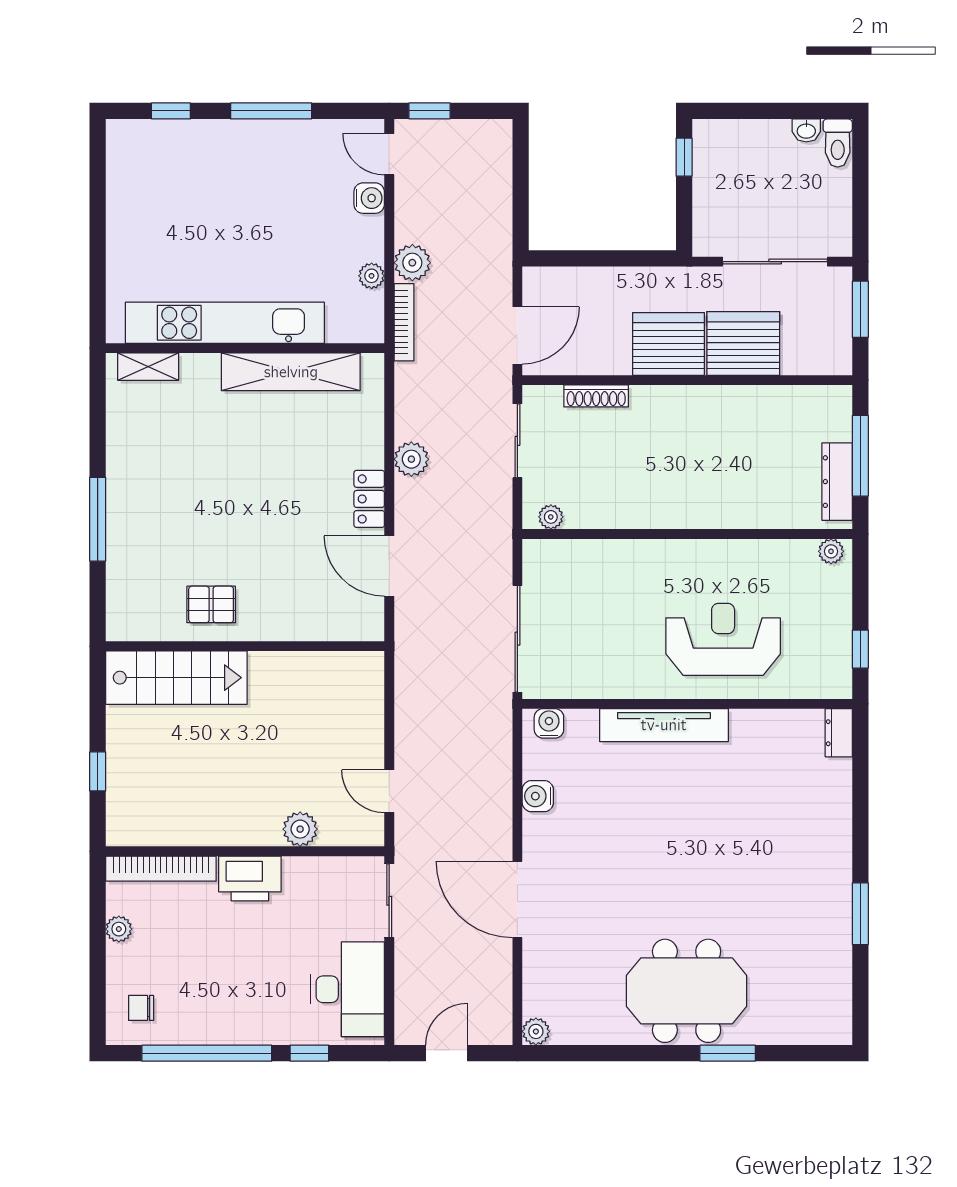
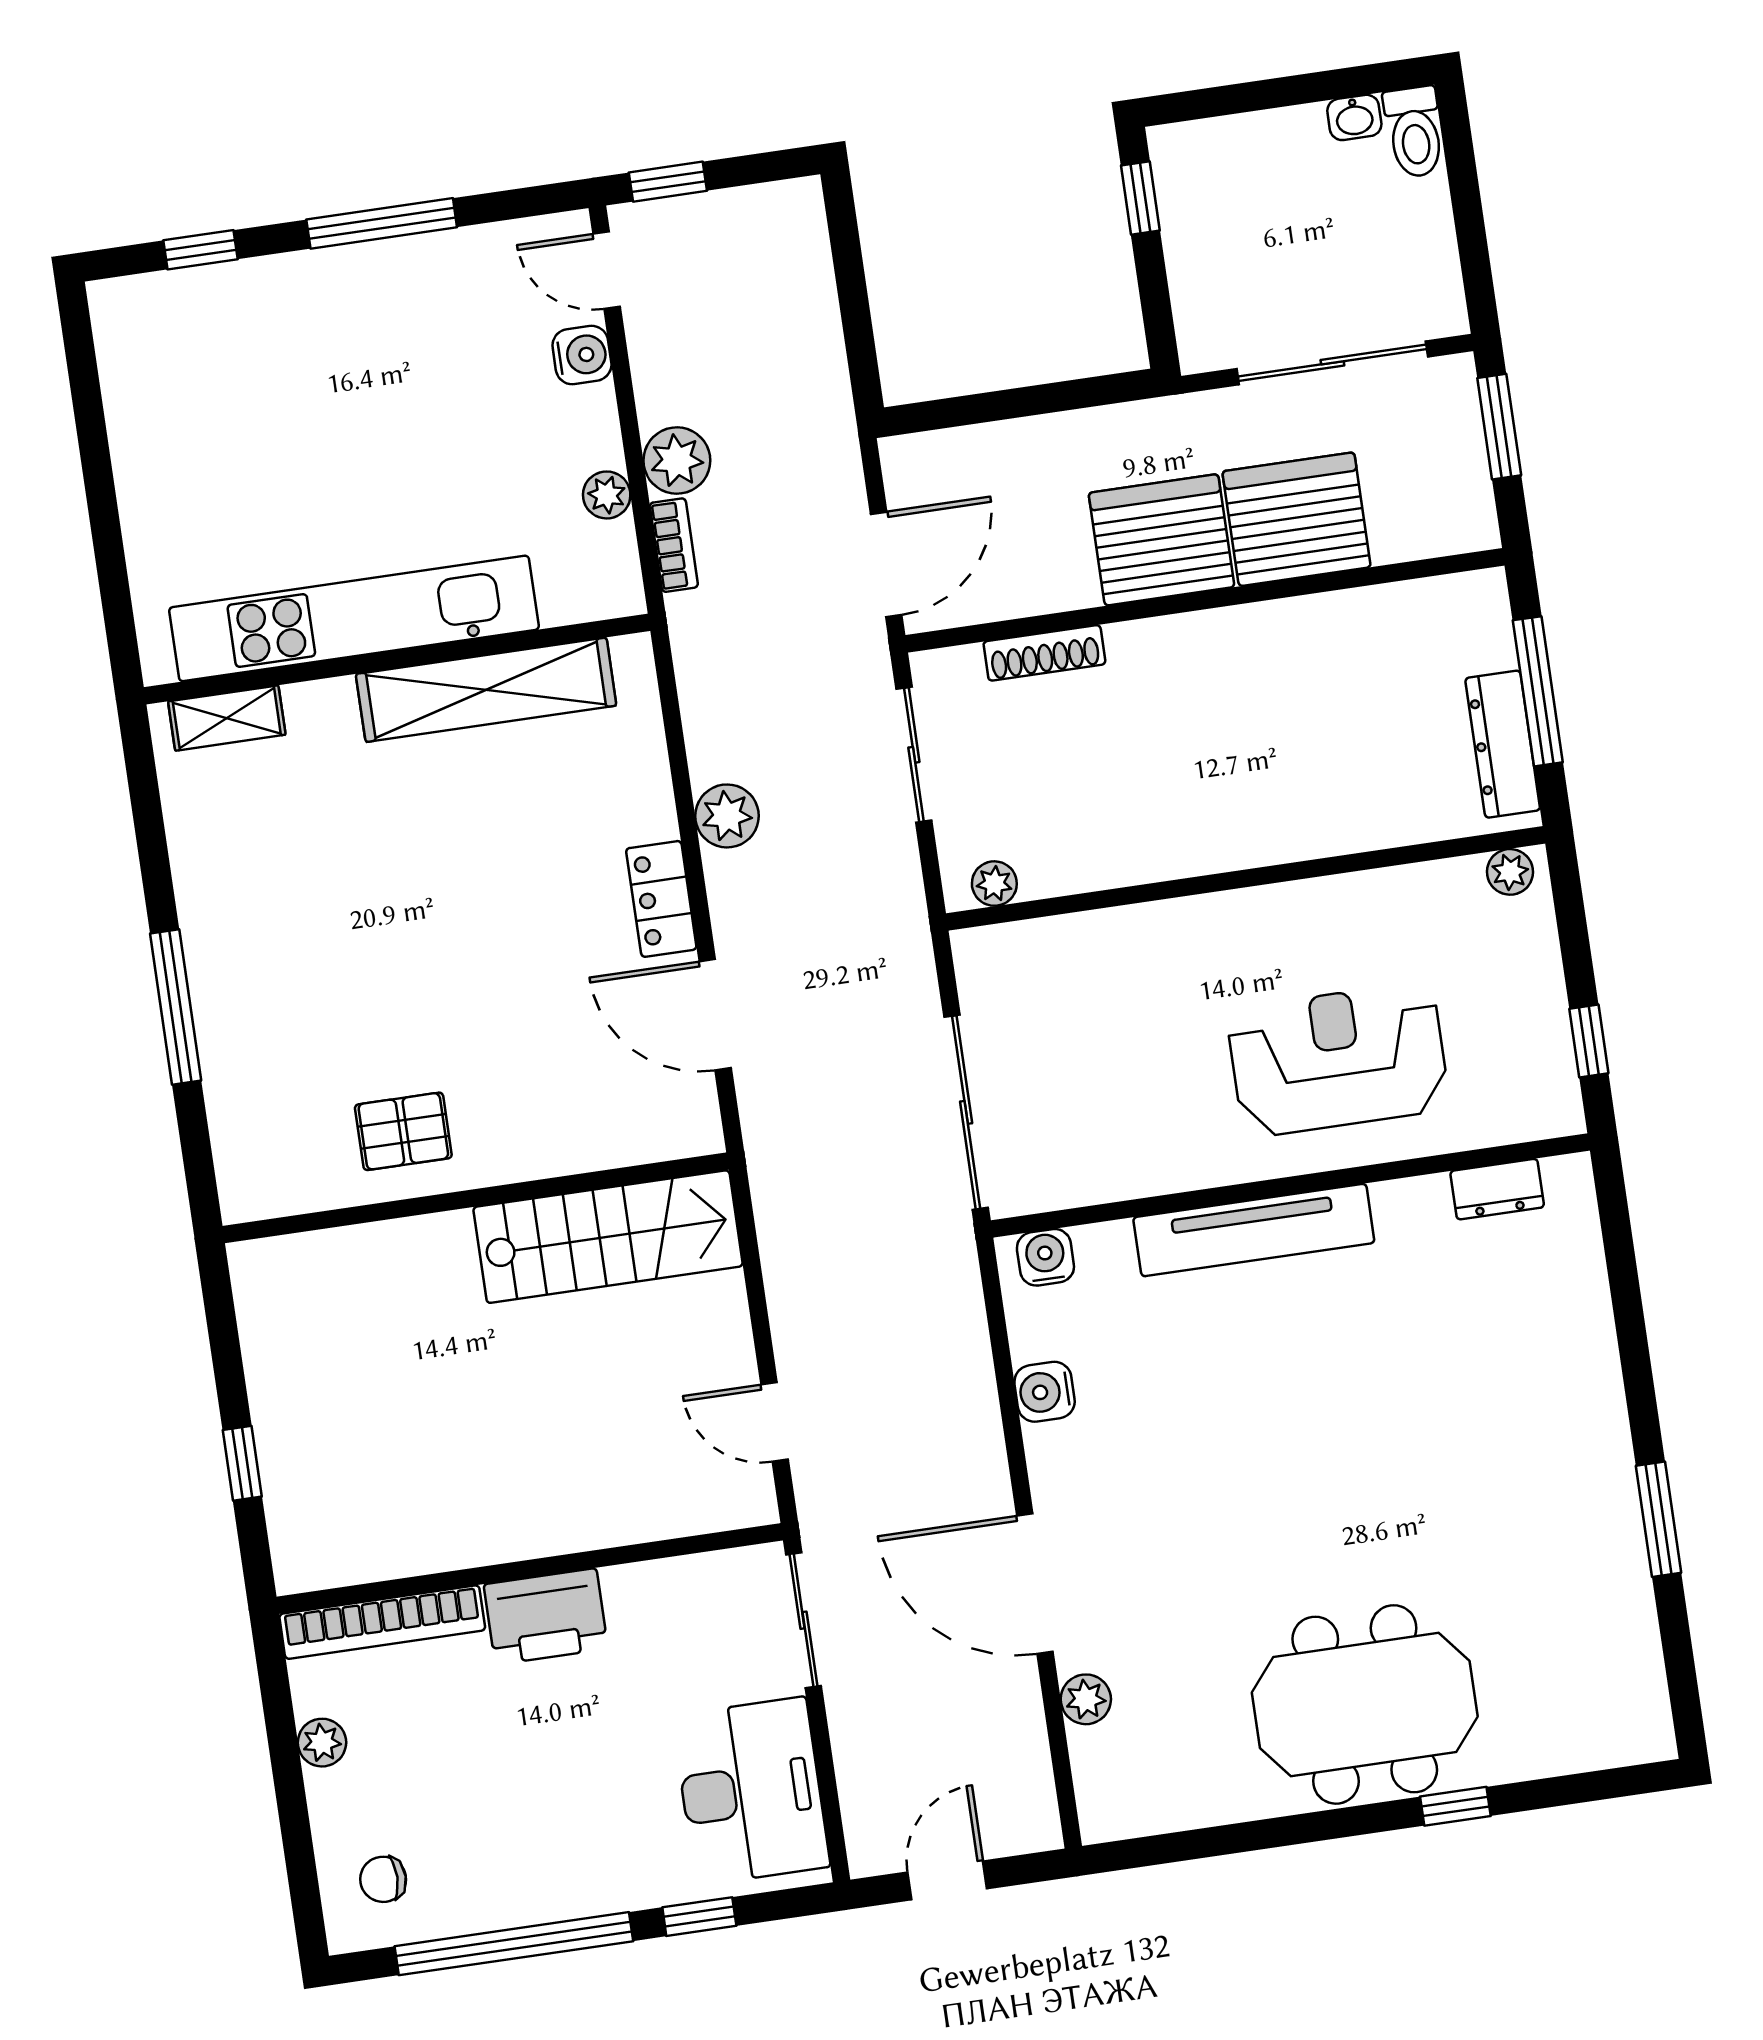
bookcase: (404, 322) -> (674, 545), width x0.64
stairs: (176, 678) -> (608, 1237), moved
dresser: (839, 733) -> (1497, 1189), moved, turned -90
plant: (300, 829) -> (624, 1514), removed
plant: (536, 1031) -> (1086, 1699), moved
window: (728, 1053) -> (1455, 1806), width x0.67

